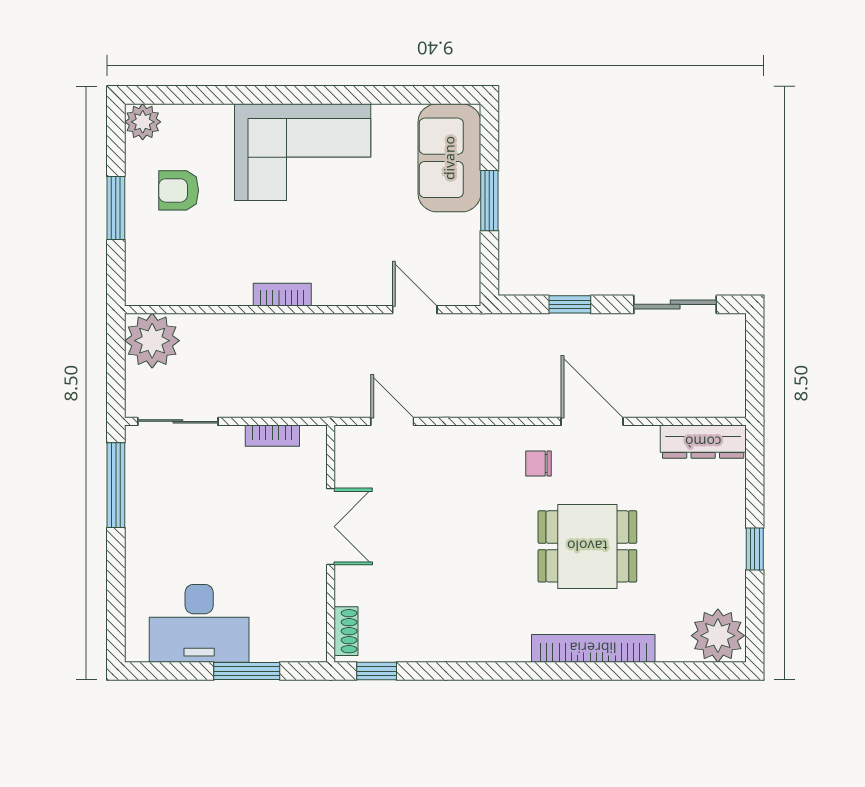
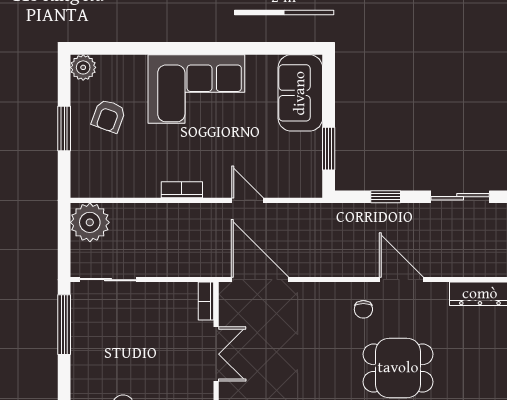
armchair: (179, 190) -> (109, 116), turned -70
window: (489, 201) -> (329, 149), moved
door: (415, 310) -> (247, 200), moved
door: (392, 421) -> (260, 280), width x1.87
bookcase: (272, 436) -> (206, 301), moved, turned 90
chair: (539, 463) -> (363, 309), turned -90

